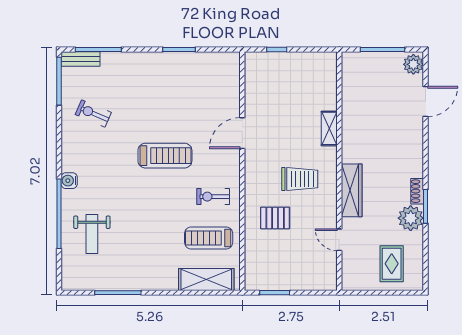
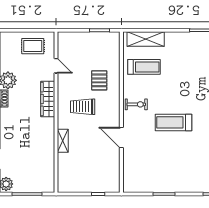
door: (242, 133) -> (121, 138), swing flipped
exercise bike: (213, 197) -> (136, 104), moved
pallet: (275, 218) -> (99, 80), turned 90
rug: (392, 264) -> (33, 46), moved, turned 90

